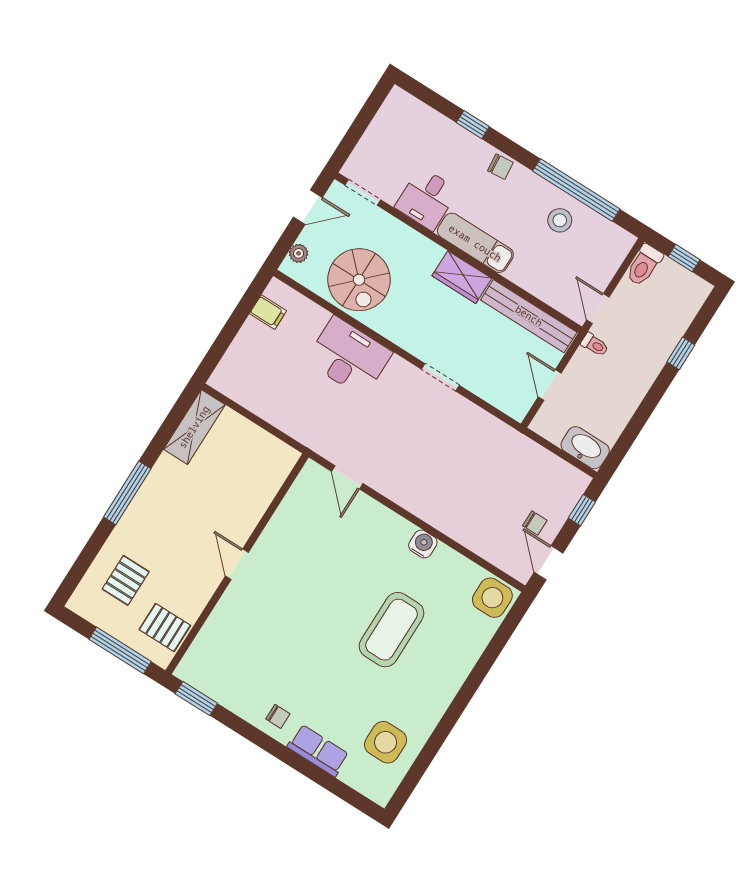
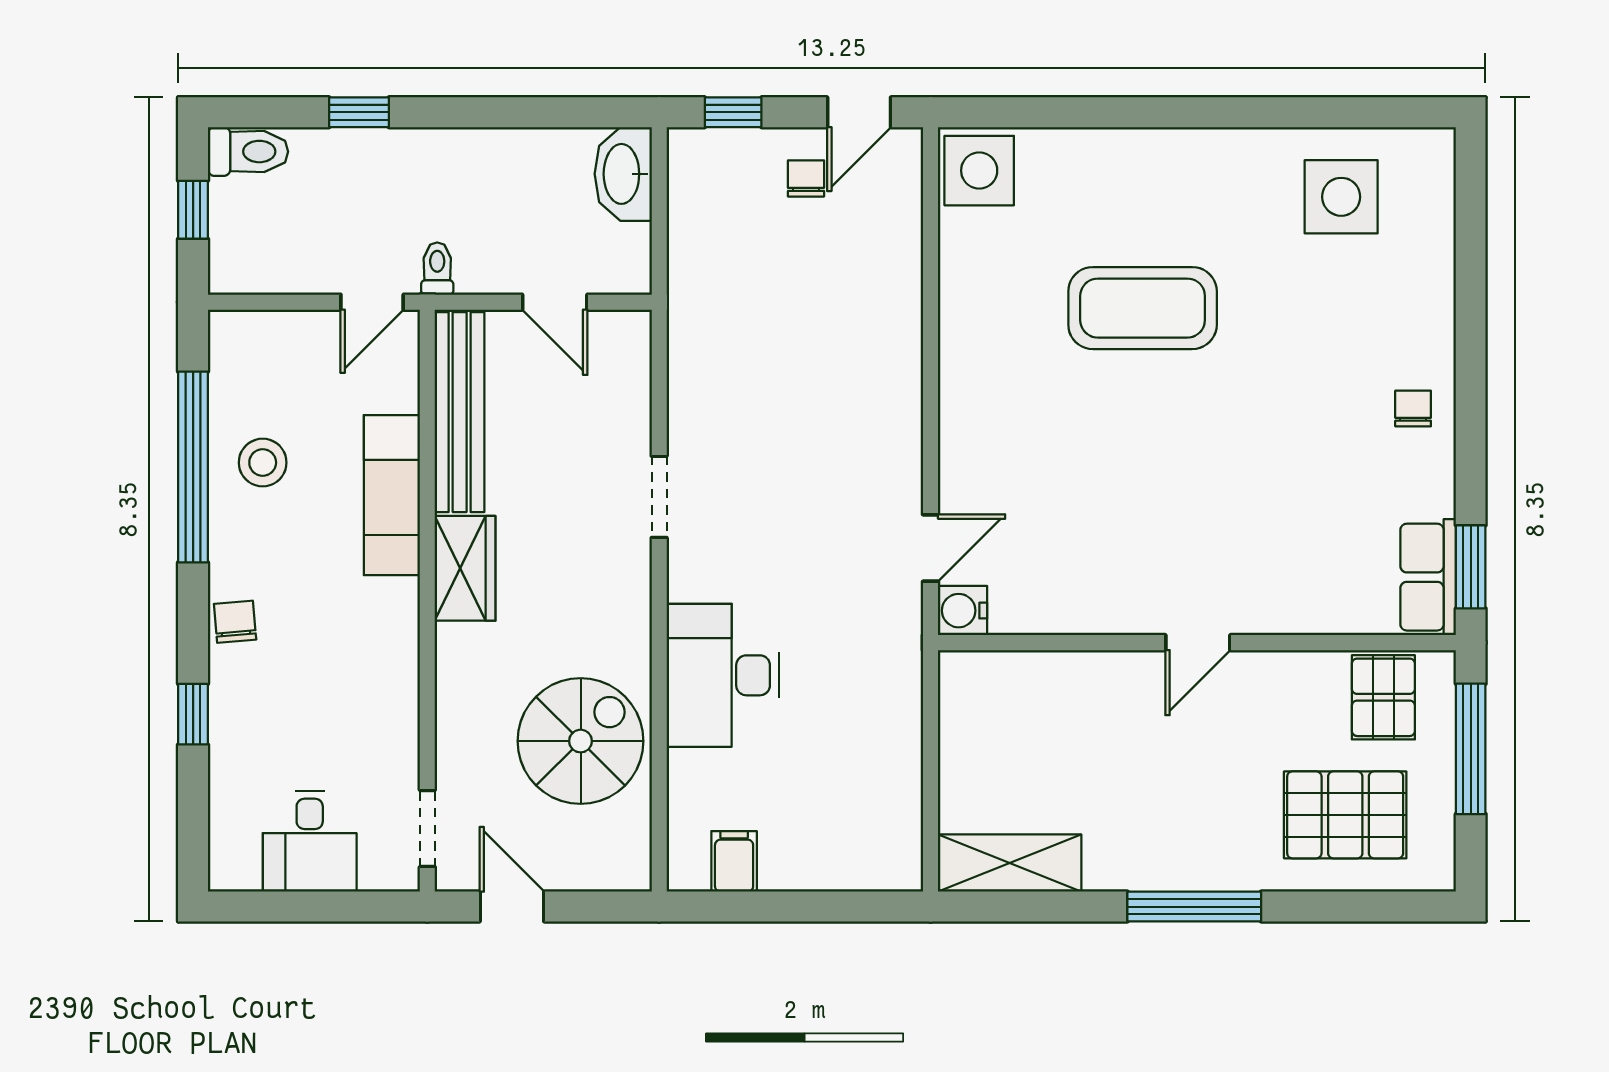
desk: (427, 199) -> (310, 841), moved, turned 90
exam couch: (475, 243) -> (392, 495), moved
plant: (299, 253) -> (601, 873), removed
toilet: (644, 265) -> (248, 152), moved
door: (550, 385) -> (555, 302), hinge flipped
water cooler: (423, 544) -> (963, 611), moved
pallet: (126, 580) -> (1345, 815), width x1.50, depth x1.42
row of seats: (318, 751) -> (1428, 577), moved

